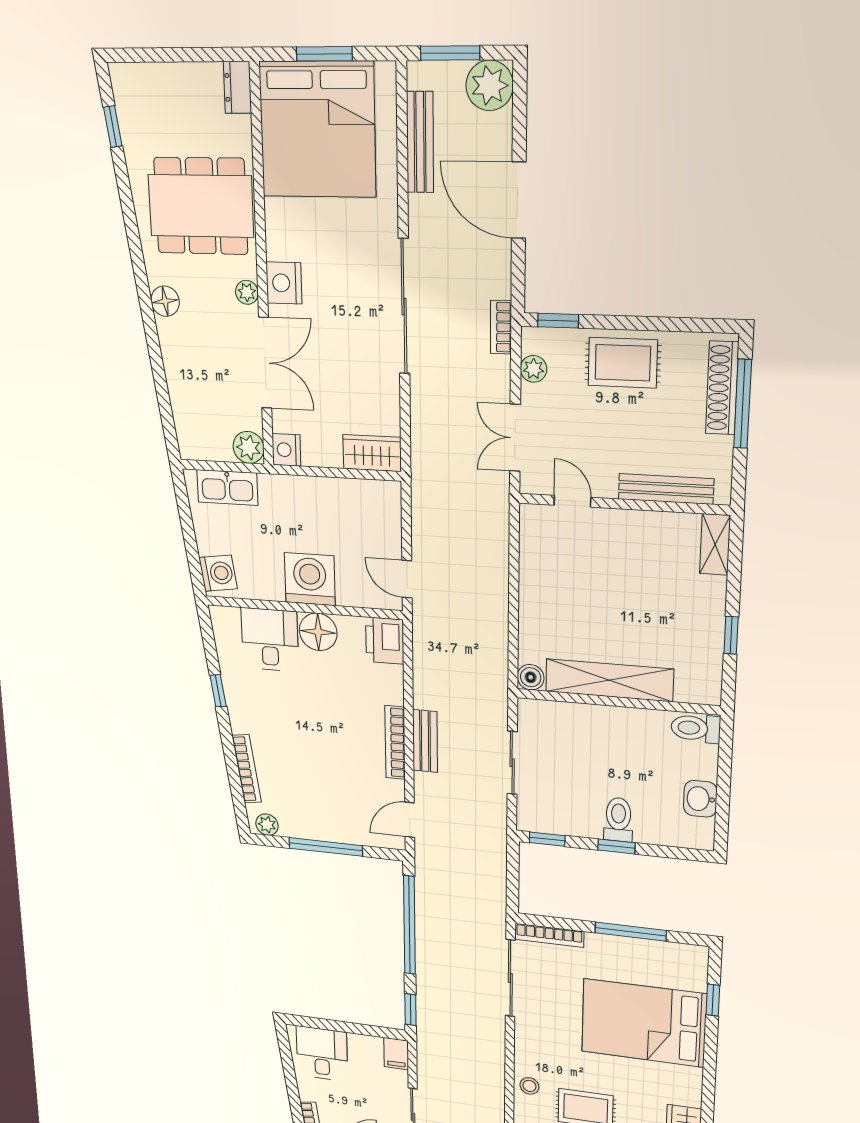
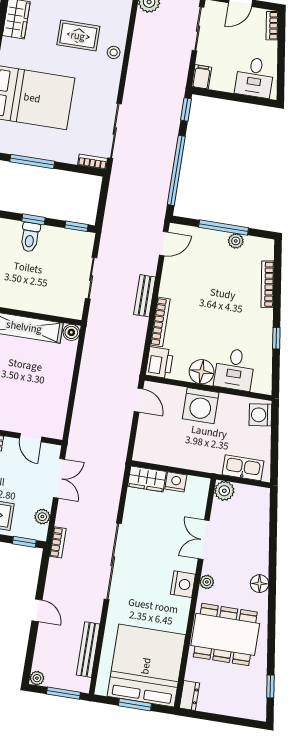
plant: (490, 85) -> (37, 678), width x0.53, depth x0.53
door: (519, 200) -> (37, 610), width x0.53
double door: (265, 363) -> (204, 540), width x0.73
nightstand: (286, 450) -> (176, 482), moved, turned -90
bookcase: (395, 743) -> (160, 322), moved
plant: (267, 825) -> (236, 241), moved
bookcase: (549, 935) -> (93, 162), width x0.64

